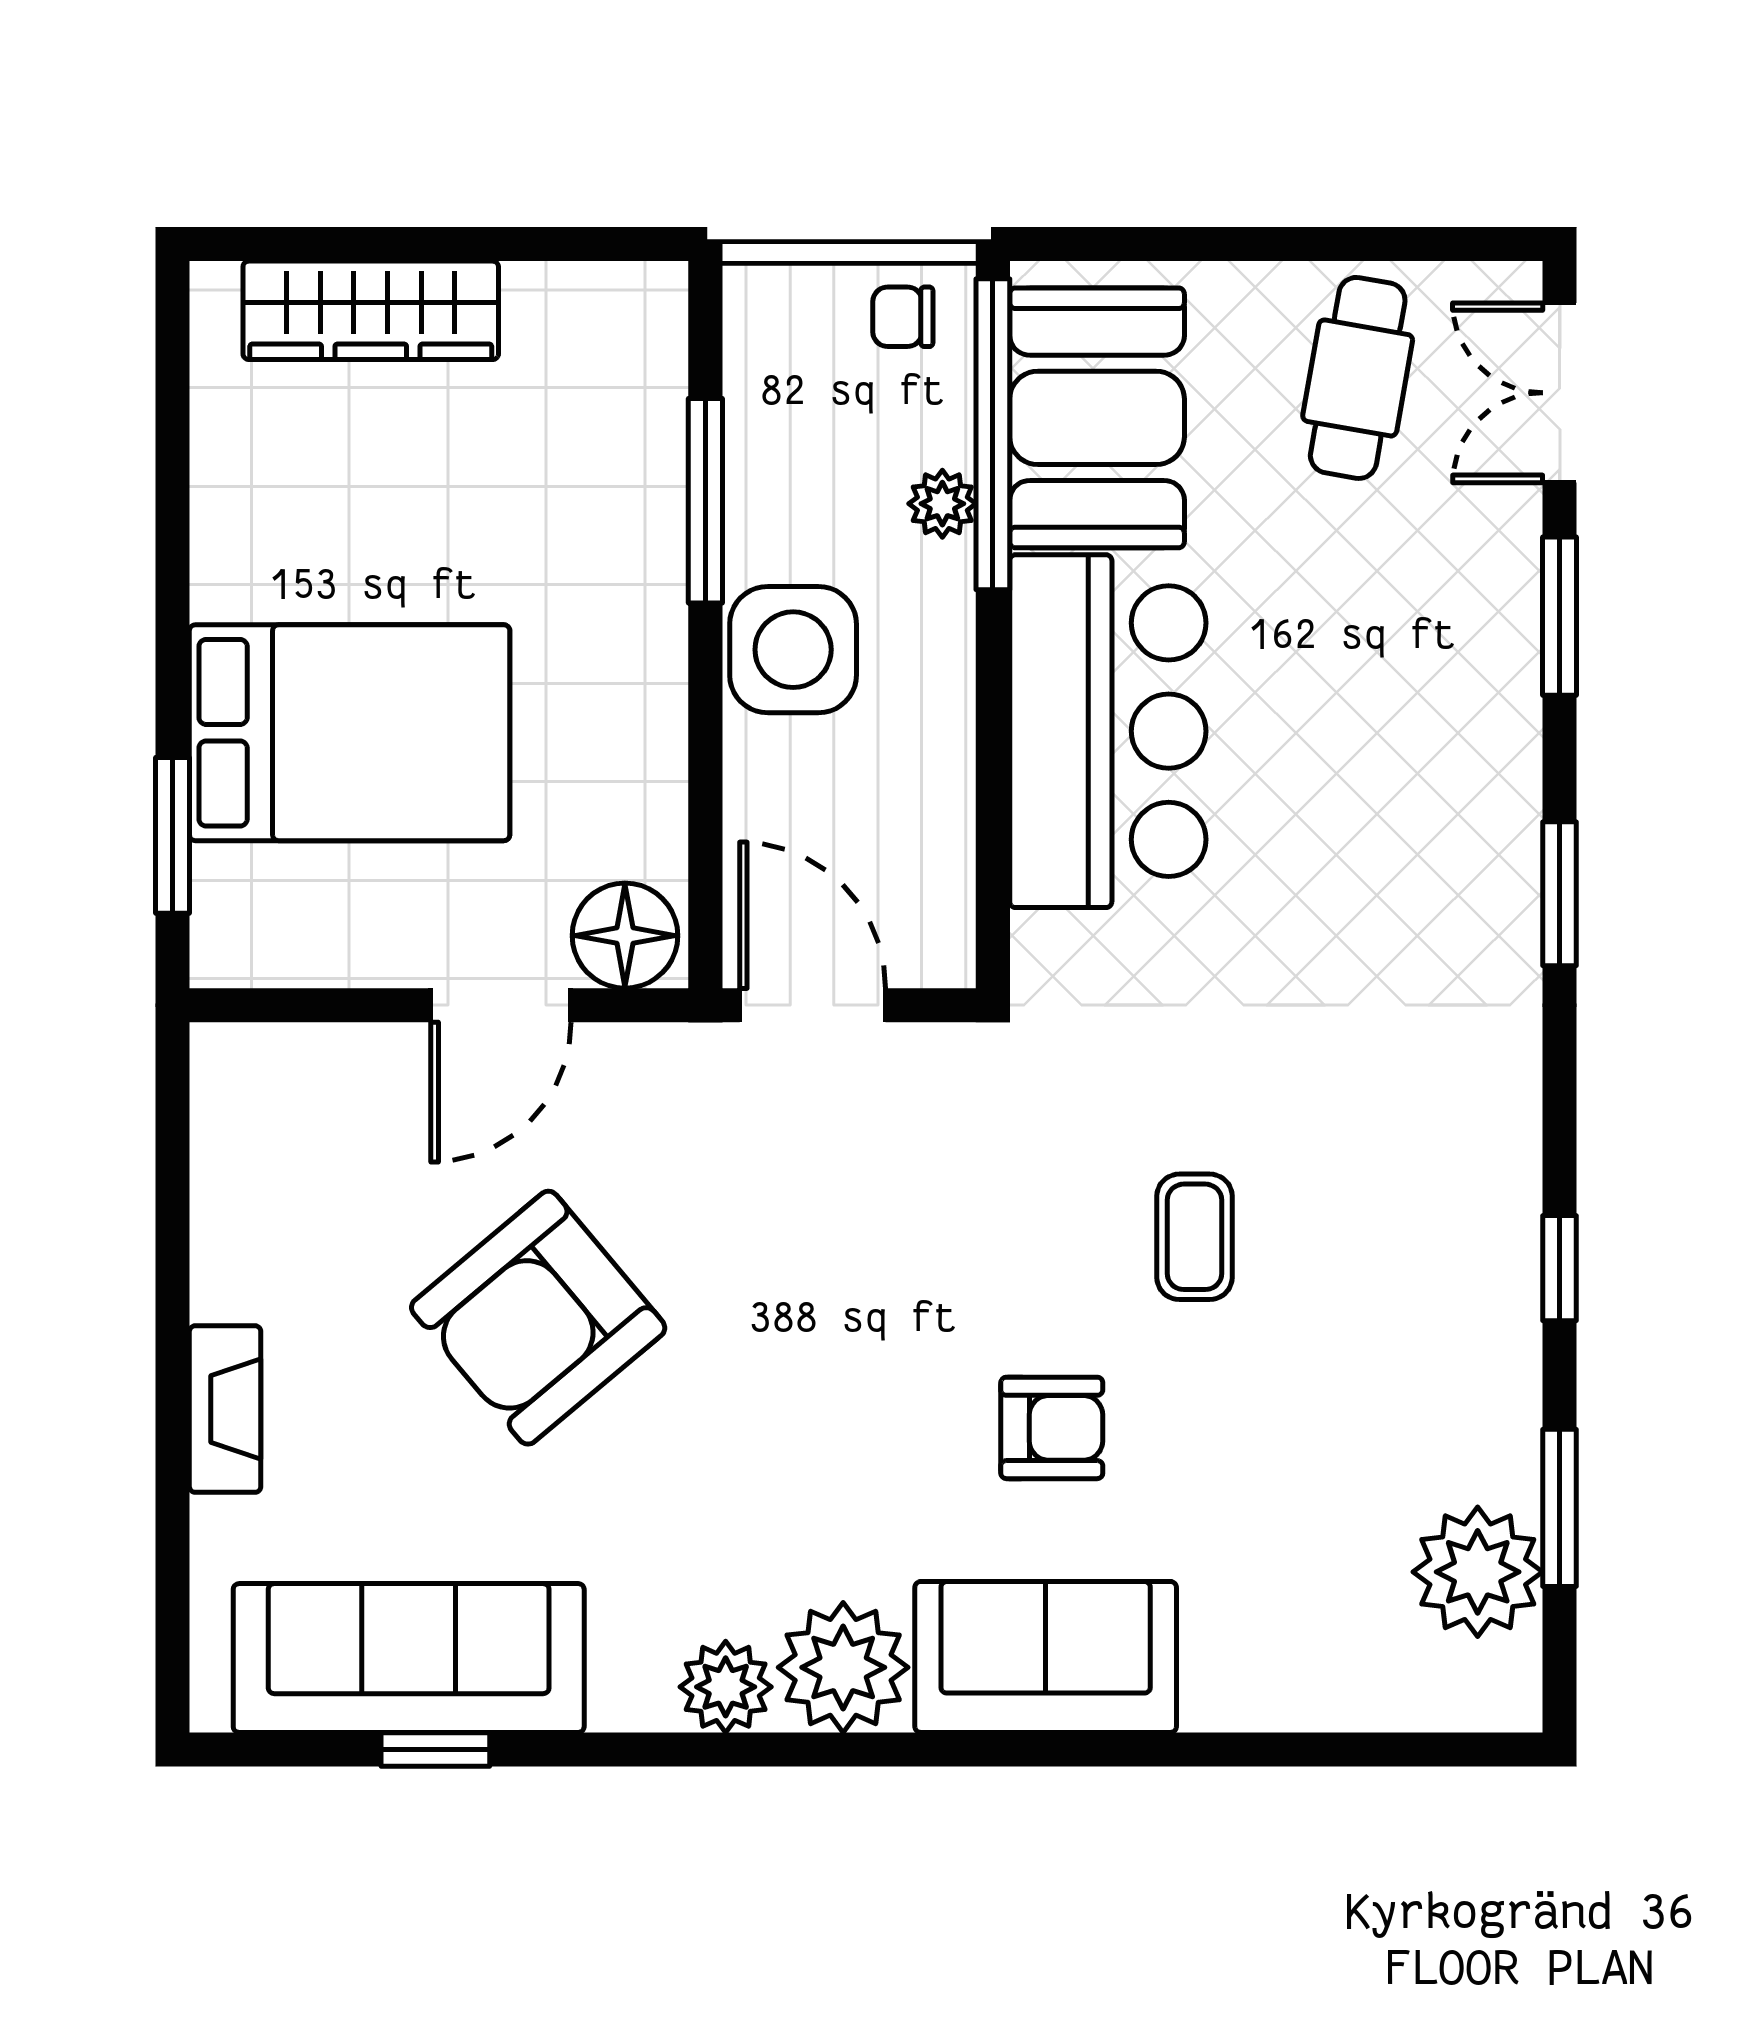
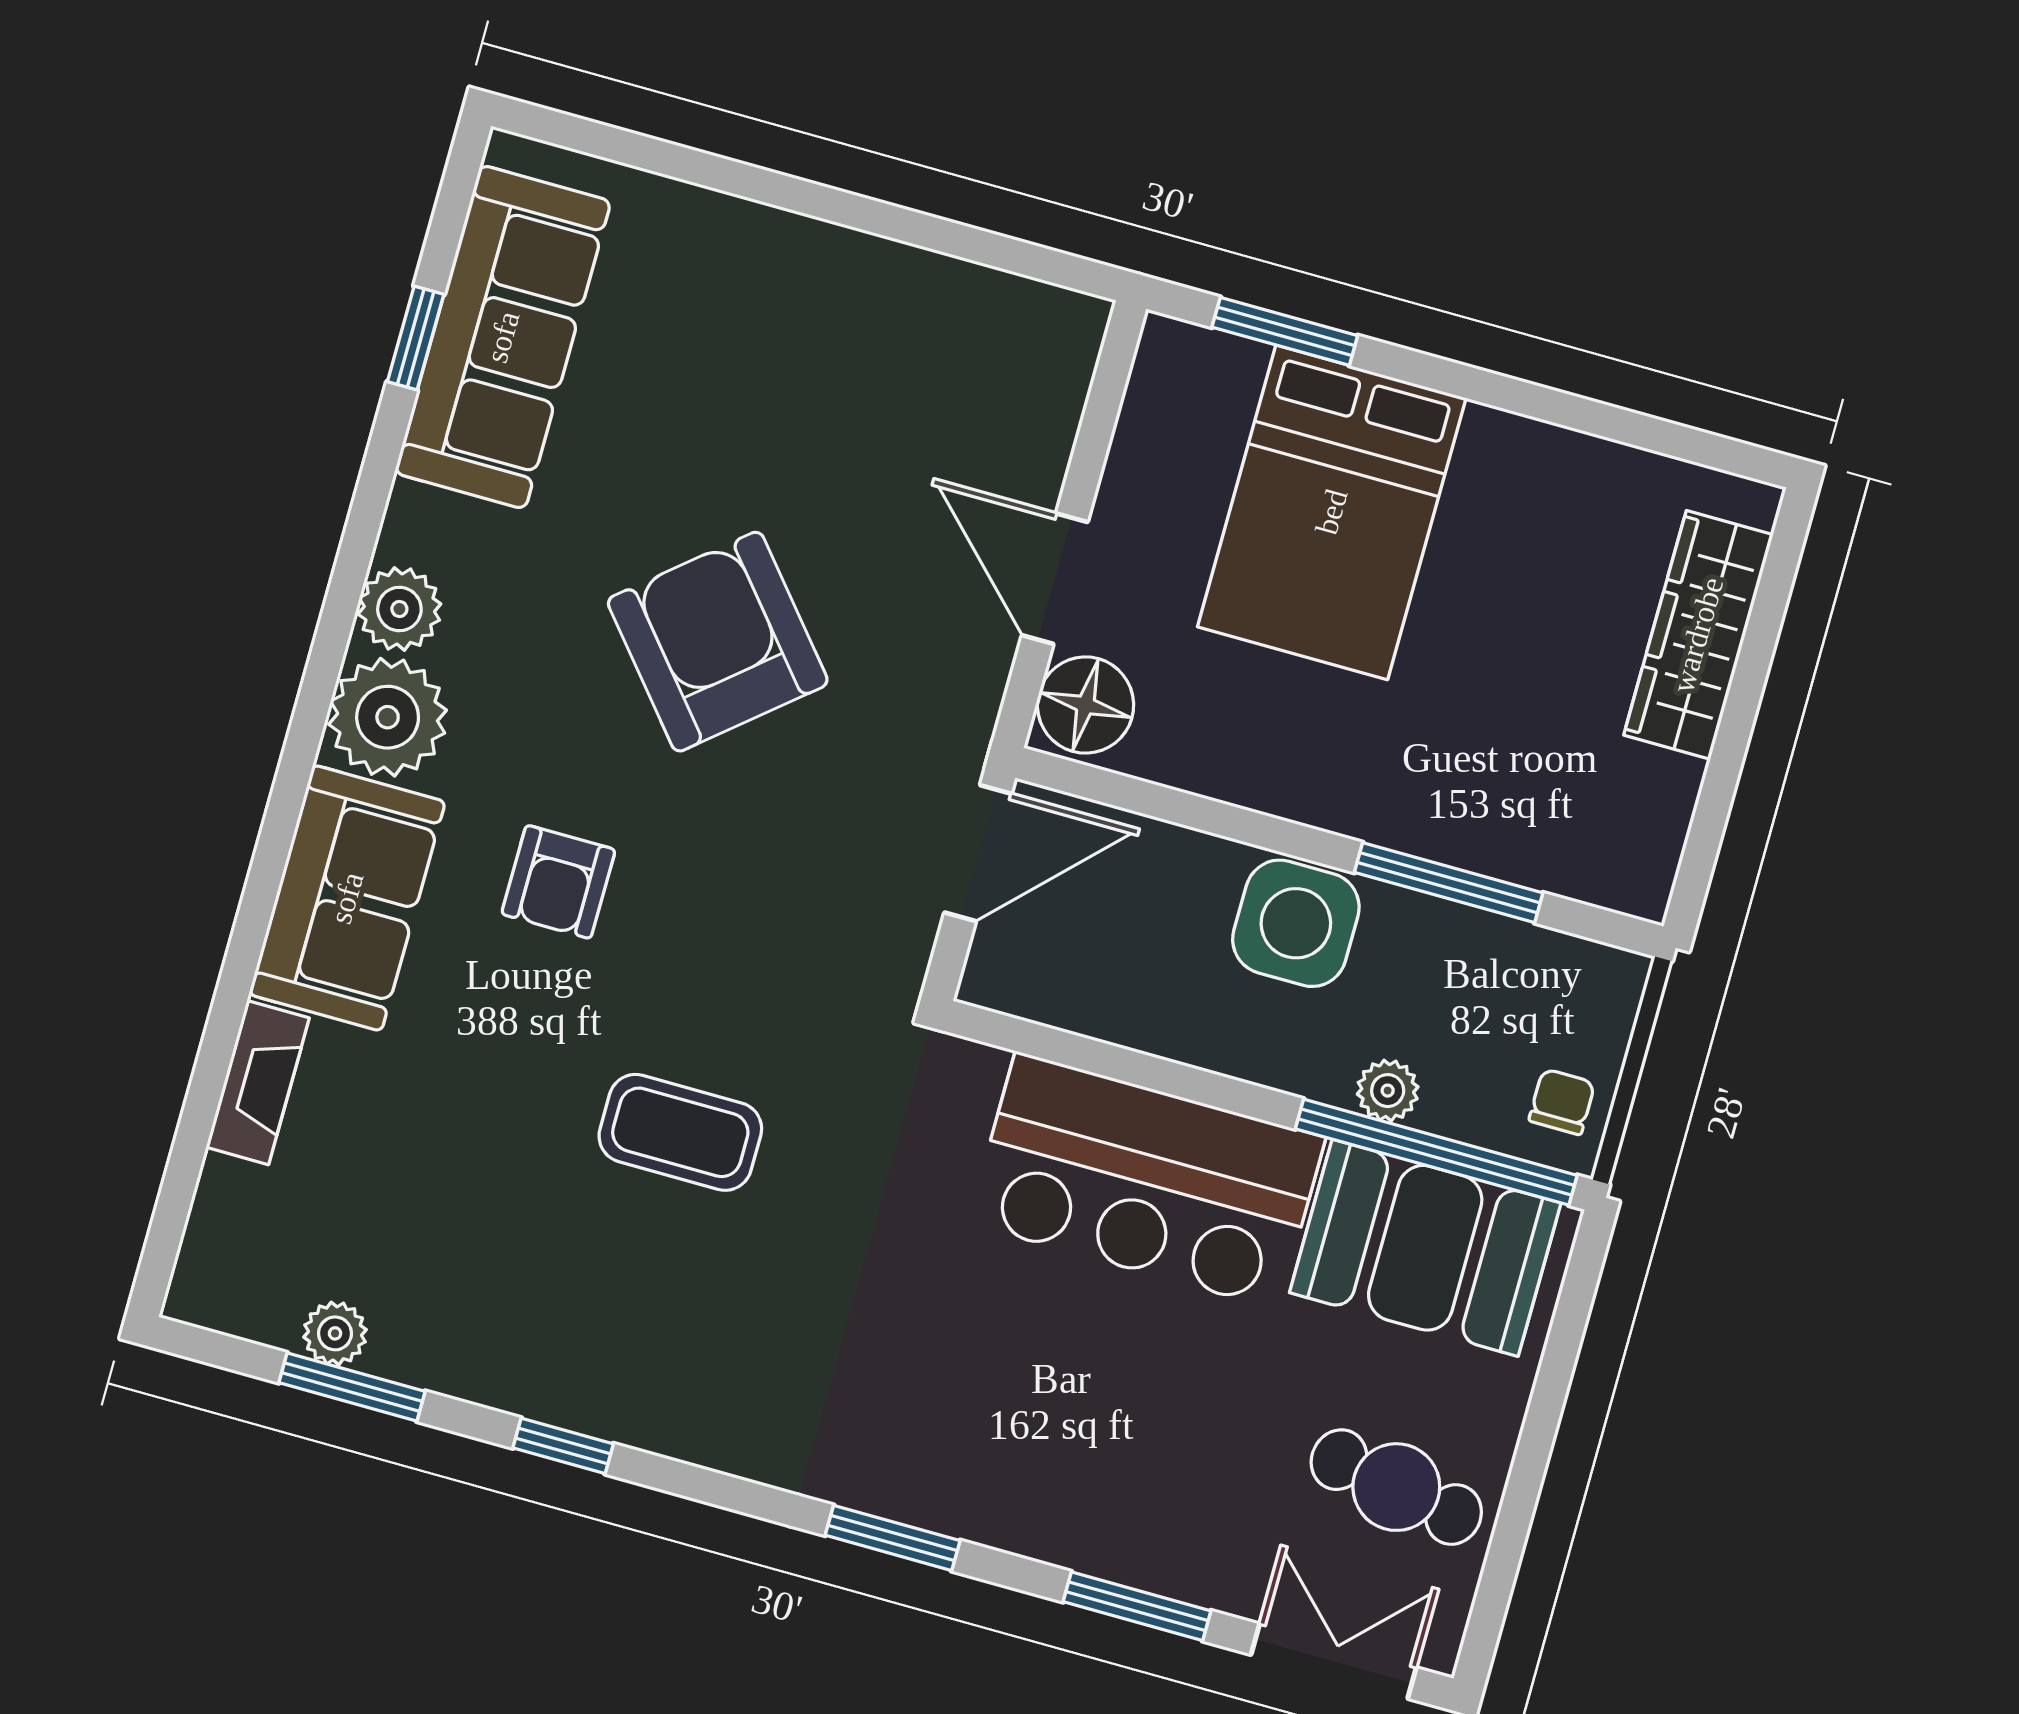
coffee table: (1194, 1237) -> (680, 1132), width x1.36, depth x1.30
armchair: (538, 1318) -> (718, 642), moved
fireplace: (225, 1409) -> (258, 1083), moved, turned -90
armchair: (1052, 1428) -> (558, 882), moved
plant: (1478, 1572) -> (335, 1333), width x0.53, depth x0.53

